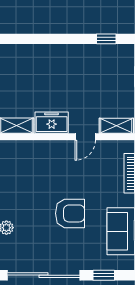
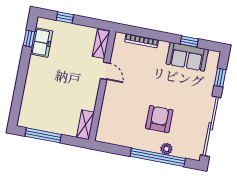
freezer: (52, 123) -> (42, 43), moved, turned 180
armchair: (70, 213) -> (159, 119), moved

